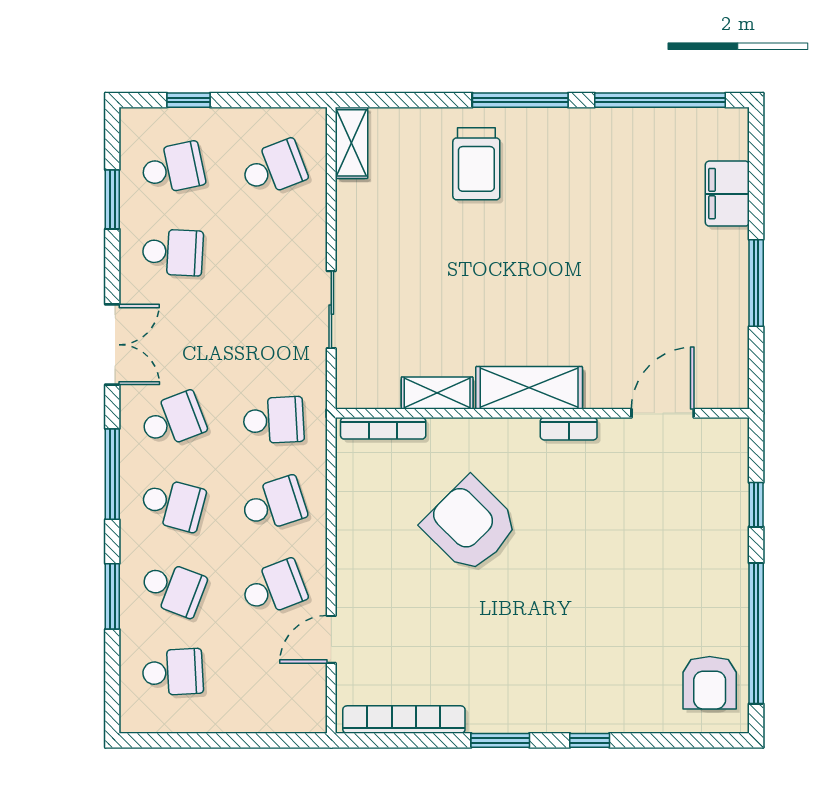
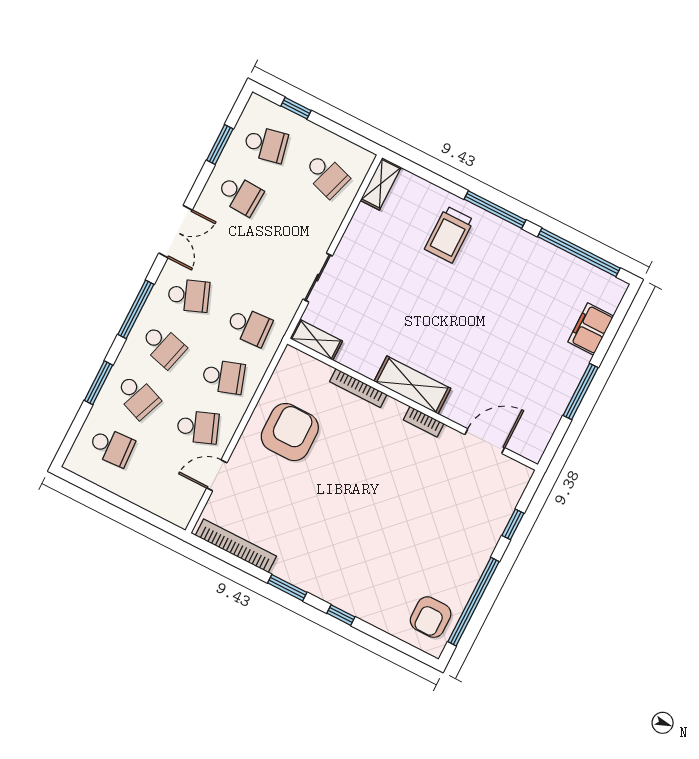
school desk: (274, 168) -> (326, 175), turned 39
shelving: (437, 393) -> (316, 340), moved
bookcase: (383, 428) -> (358, 388), moved
armchair: (470, 525) -> (290, 432), moved, turned 45

